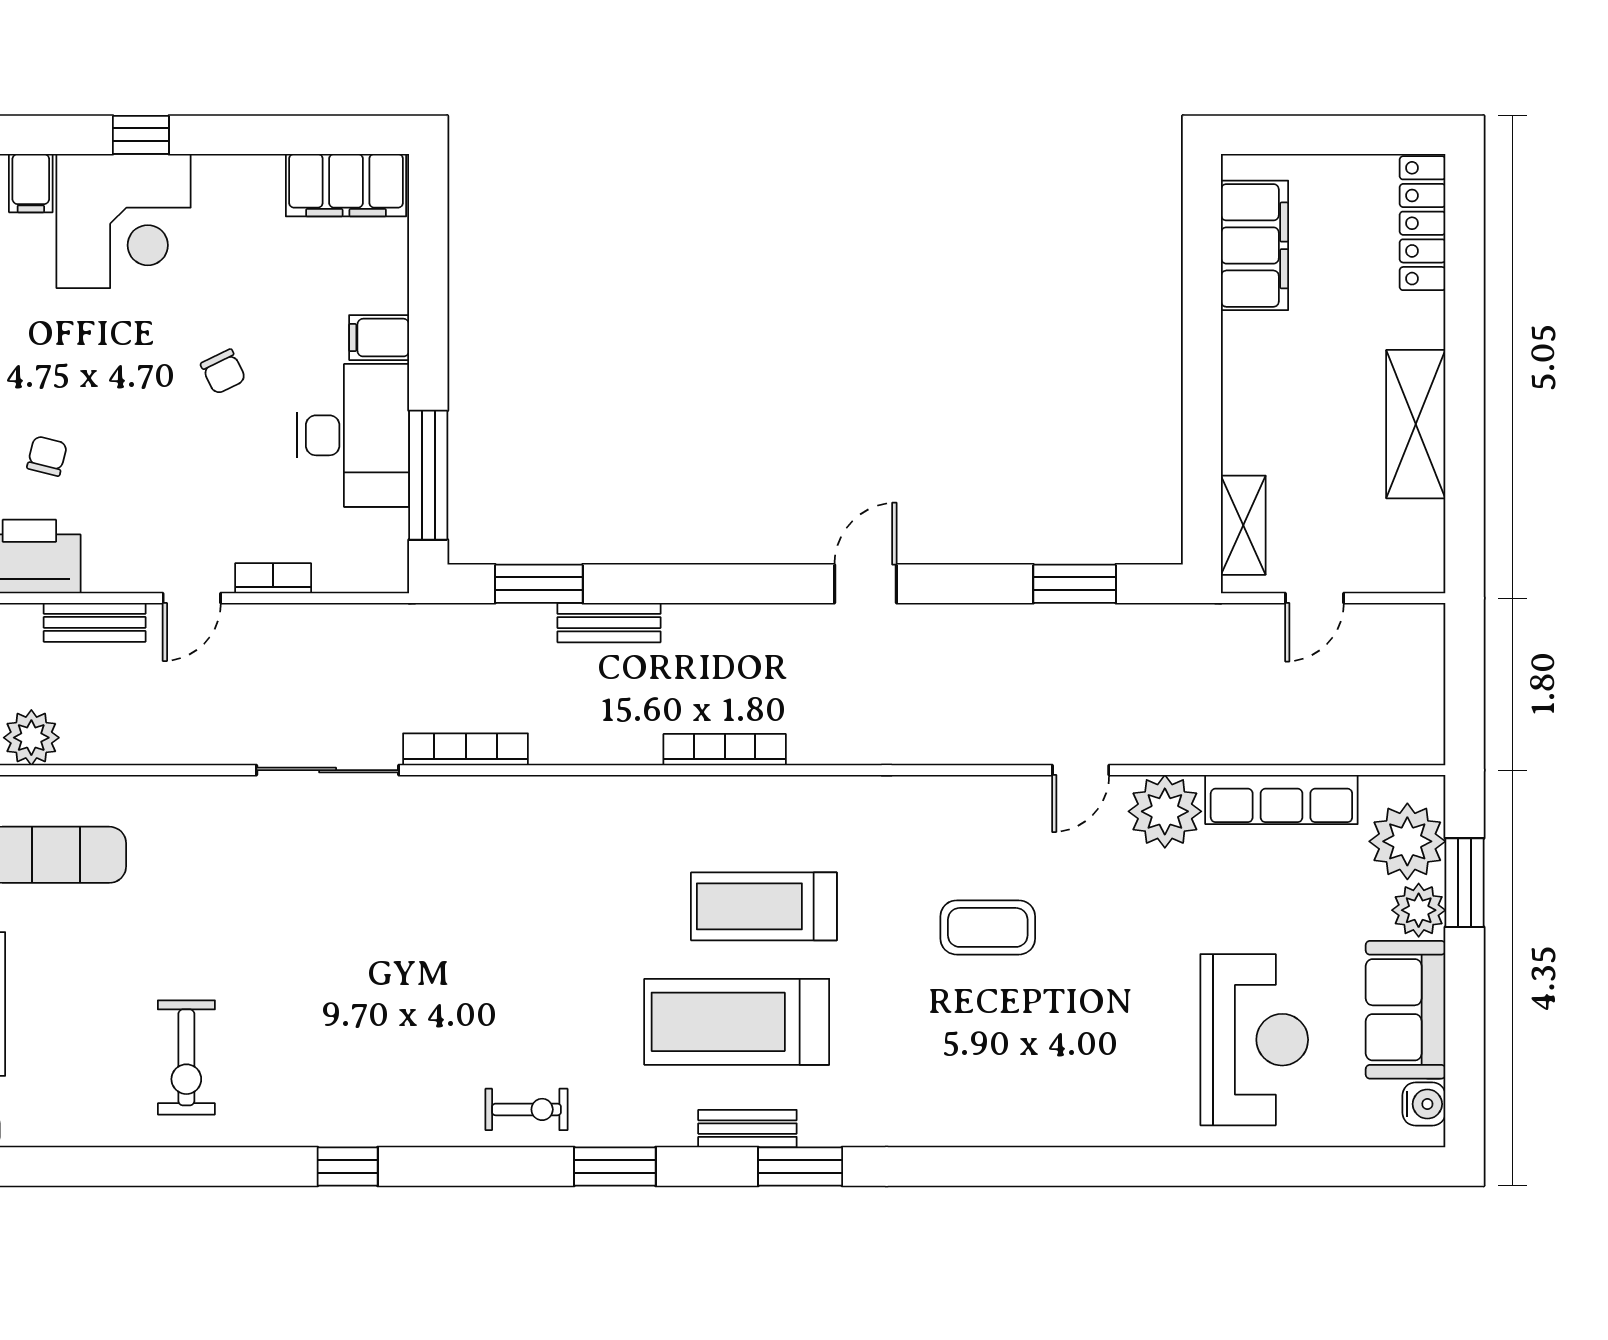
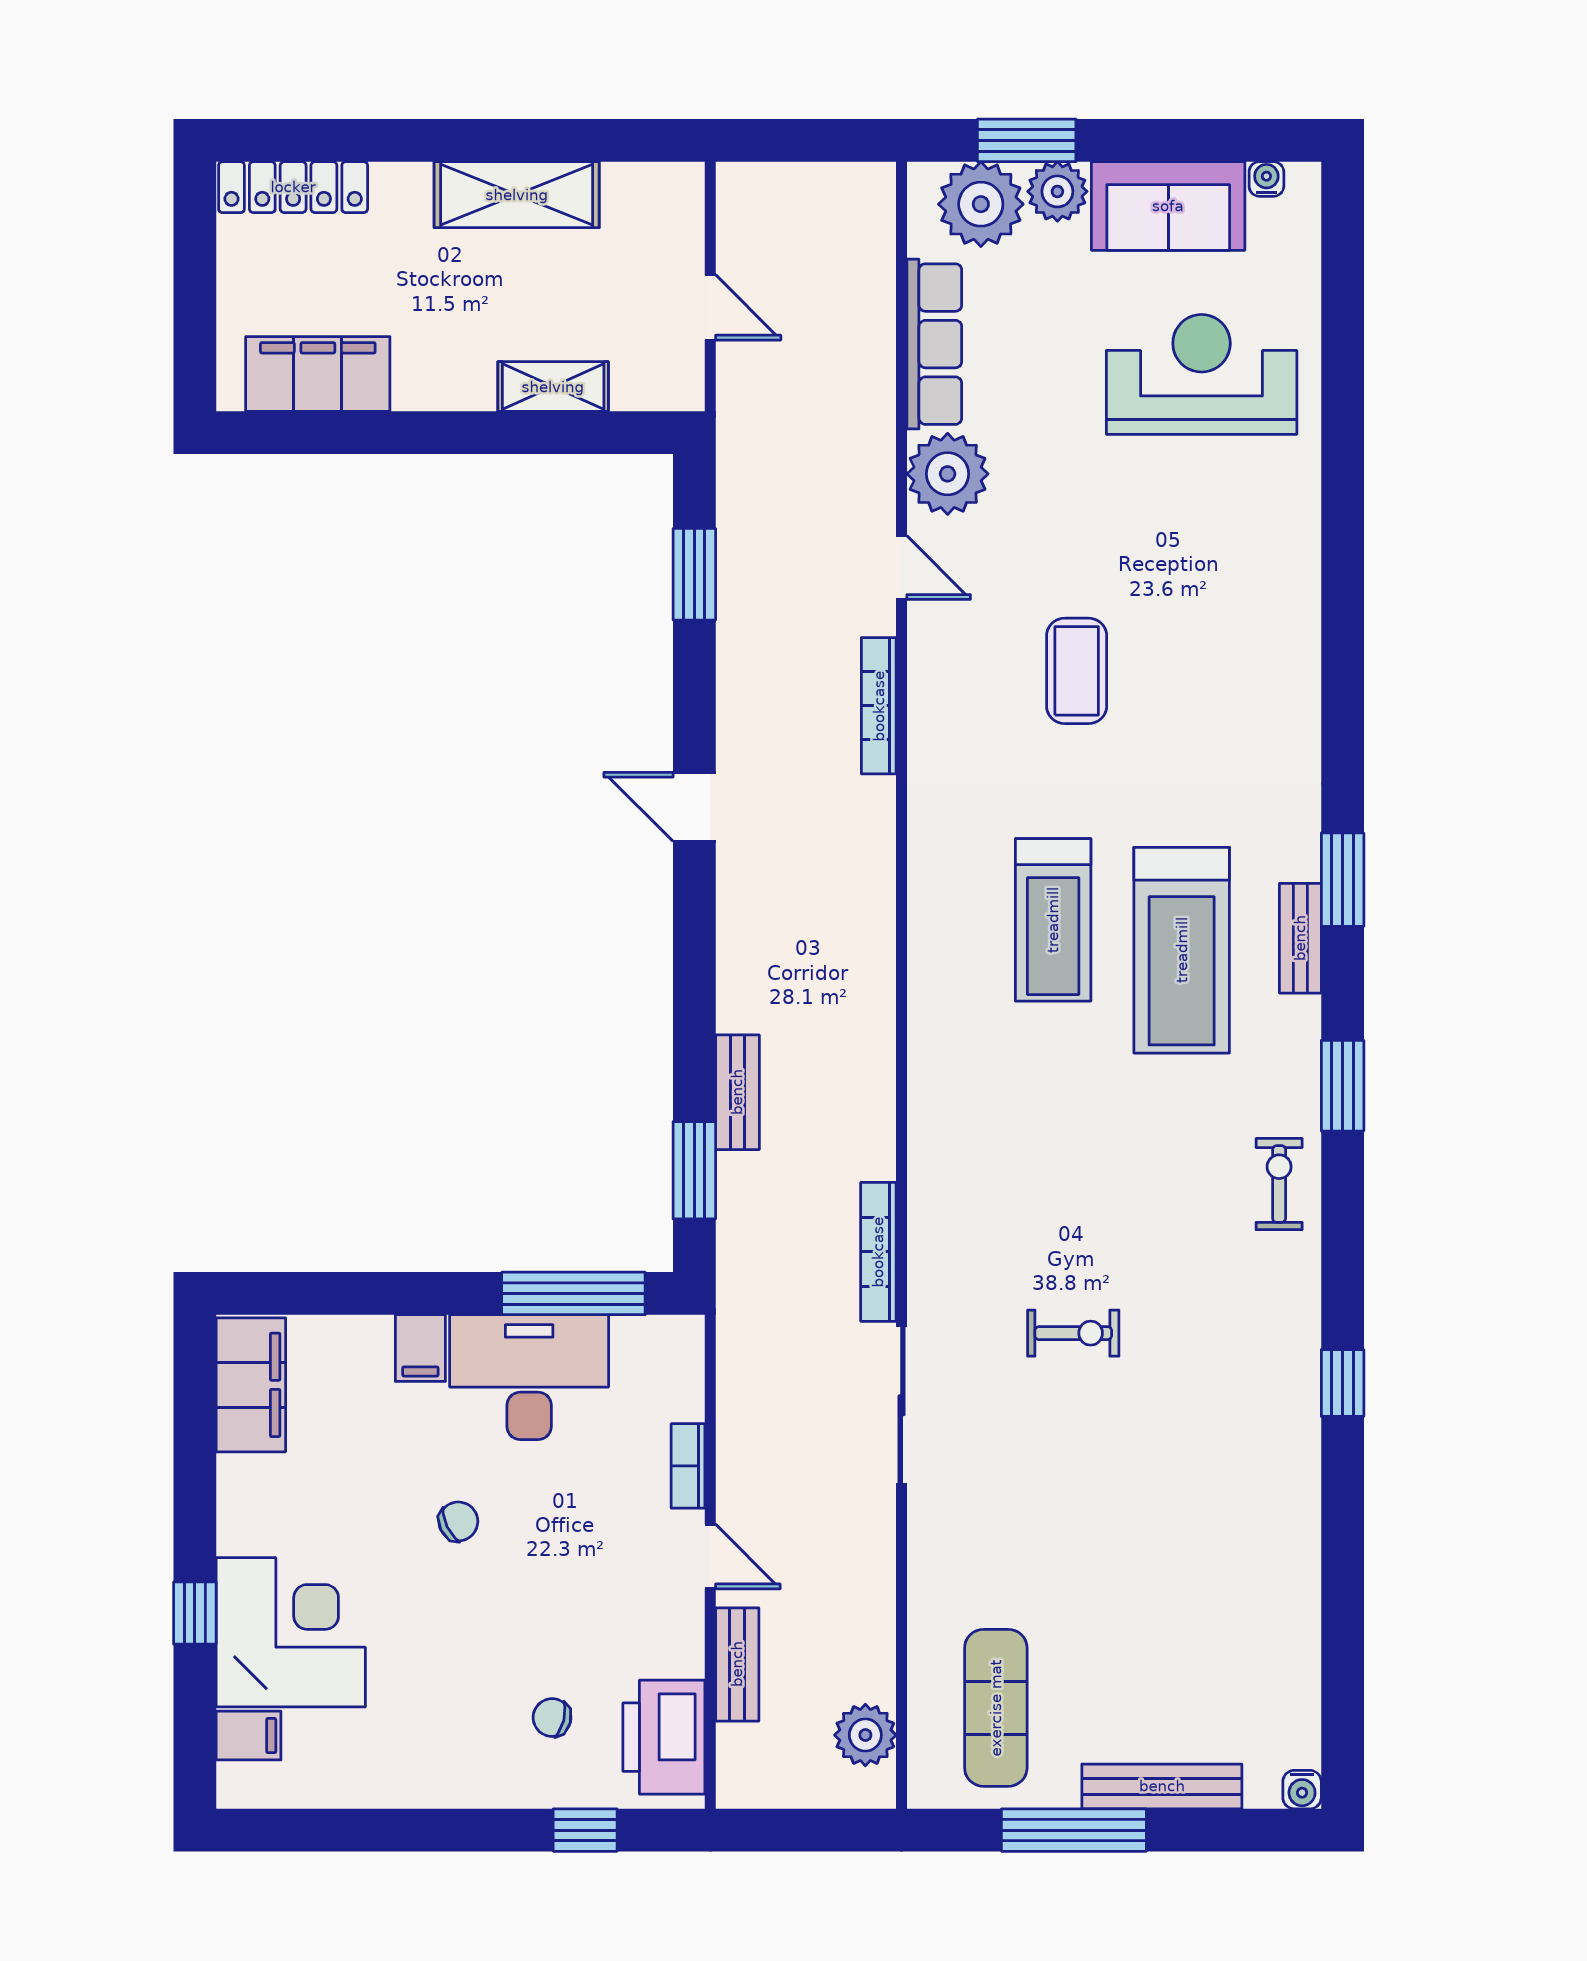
shelving: (1243, 525) -> (553, 387), moved
bookcase: (725, 750) -> (879, 706), moved
exercise bike: (186, 1057) -> (1073, 1333), moved, width x0.73, depth x0.72
water cooler: (1424, 1104) -> (1266, 179), width x0.72, depth x0.72

